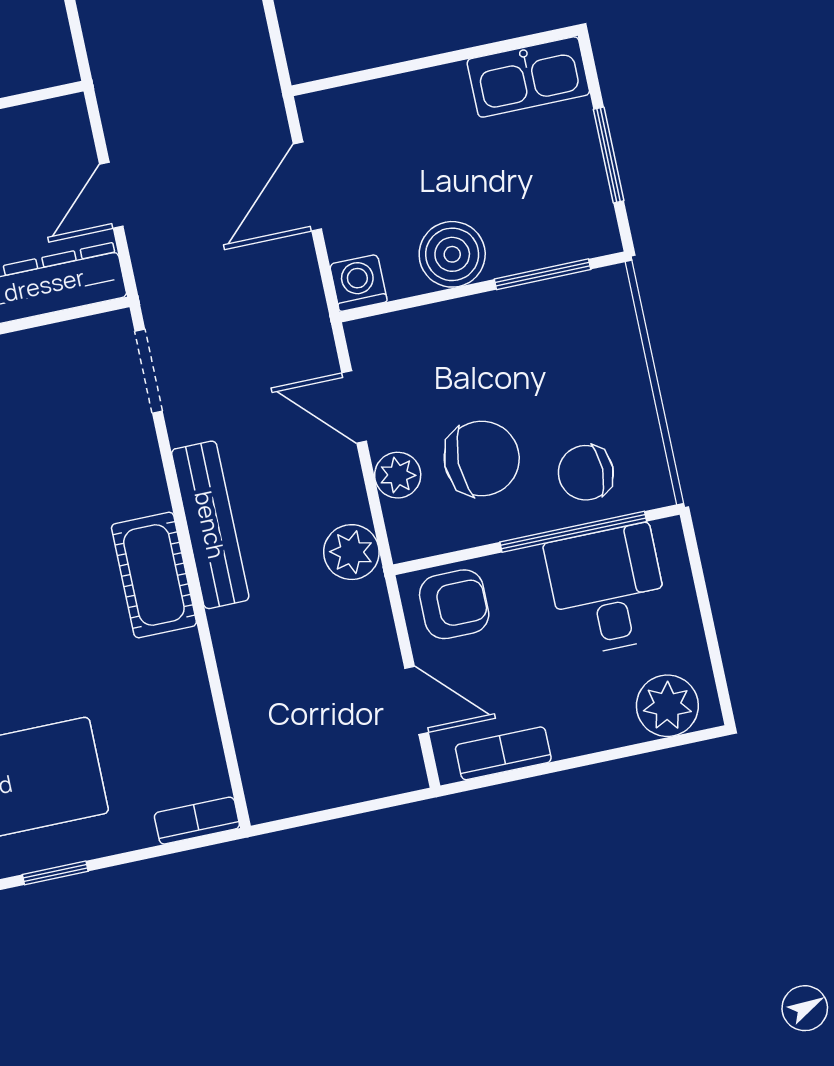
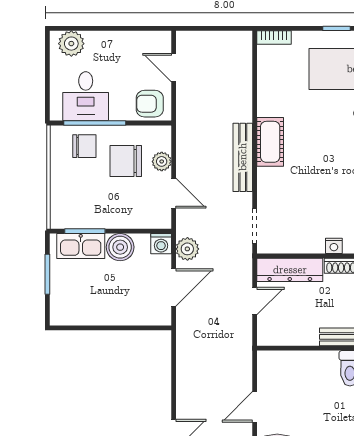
kitchen sink: (528, 77) -> (81, 246), moved, turned 180
plant: (351, 552) -> (187, 249), moved
bookcase: (503, 753) -> (143, 38), removed

